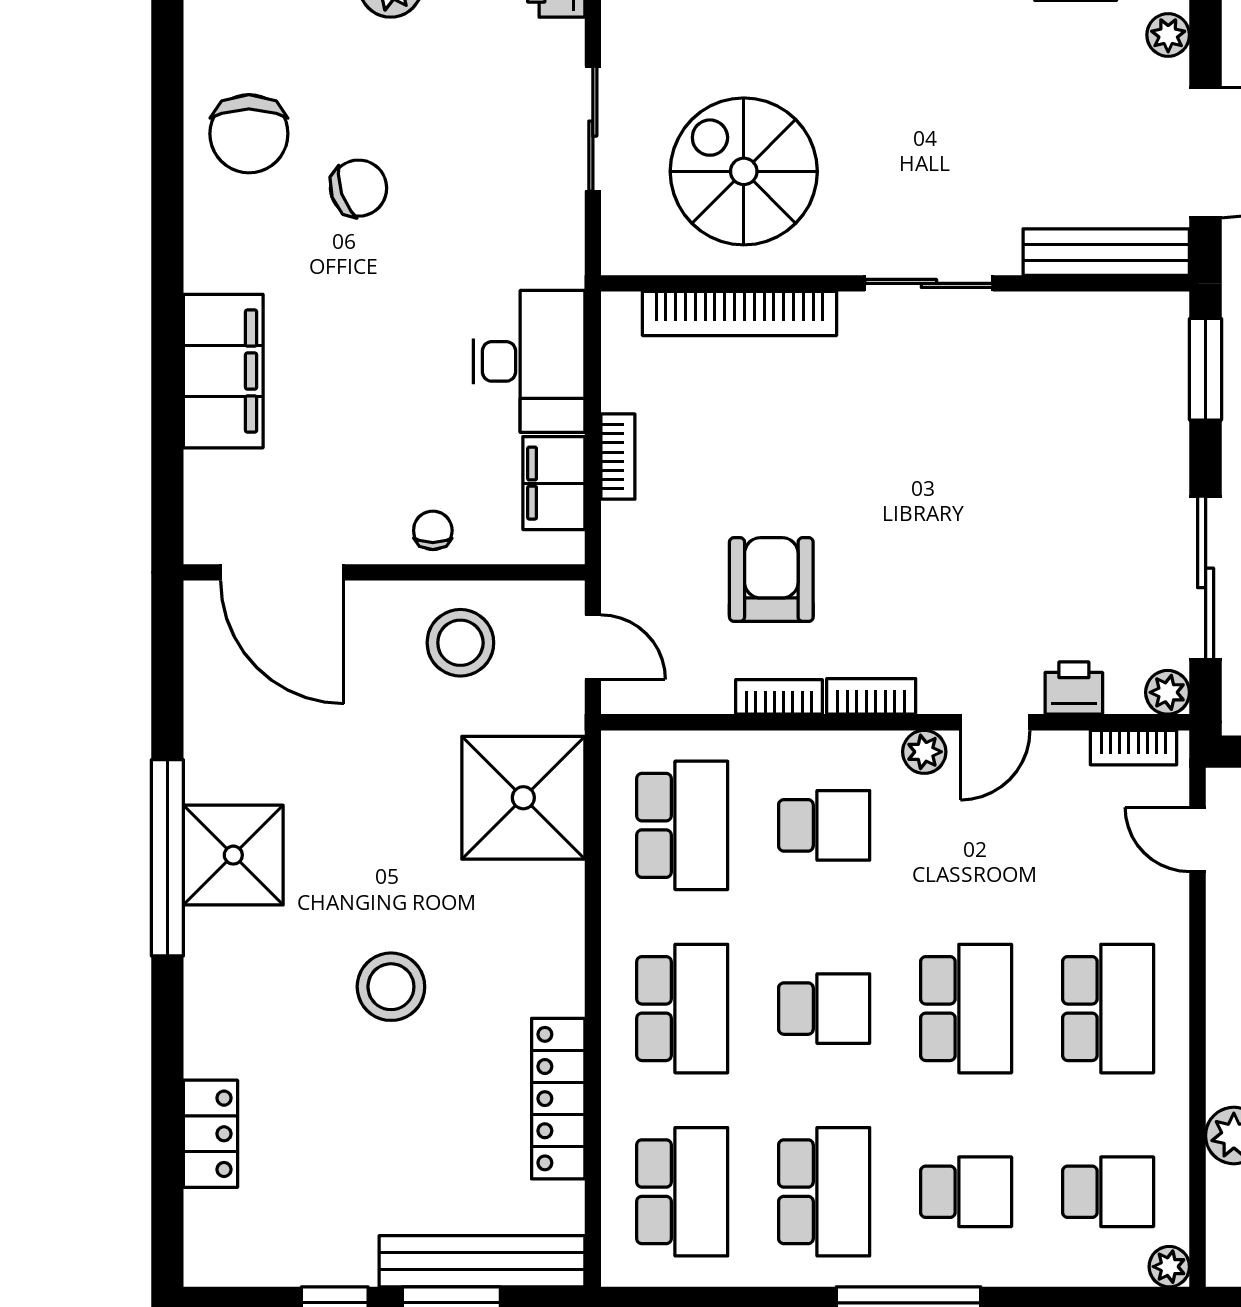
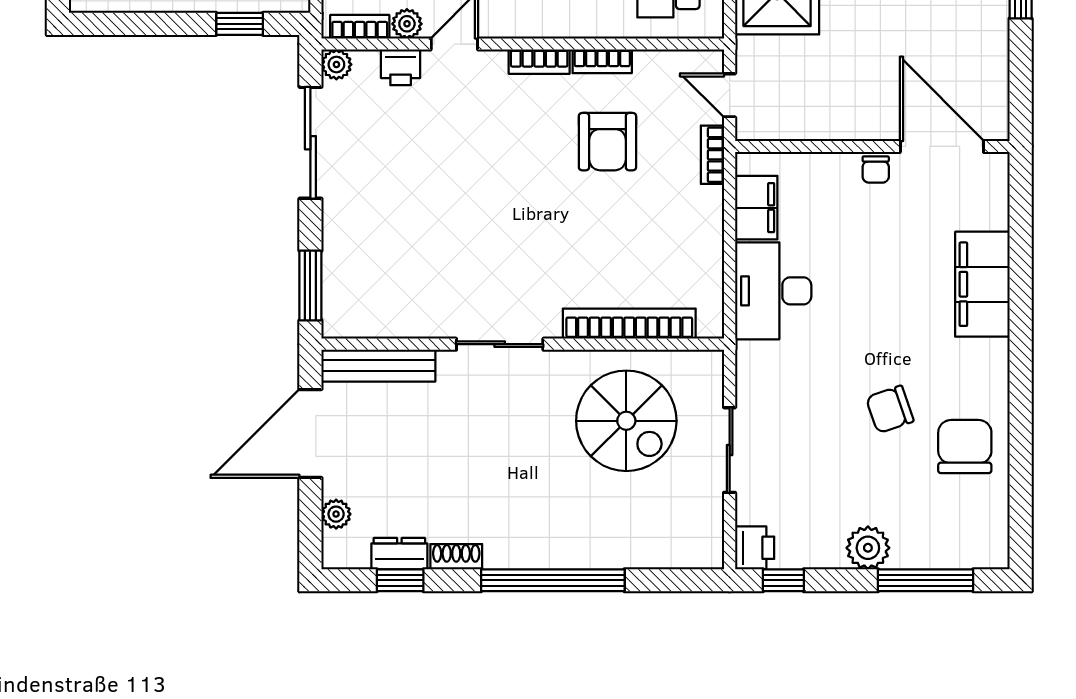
bookcase: (618, 457) -> (712, 155), moved
chair: (433, 530) -> (876, 169), moved
stool: (460, 643) -> (820, 98), removed
plant: (924, 752) -> (407, 24), moved

